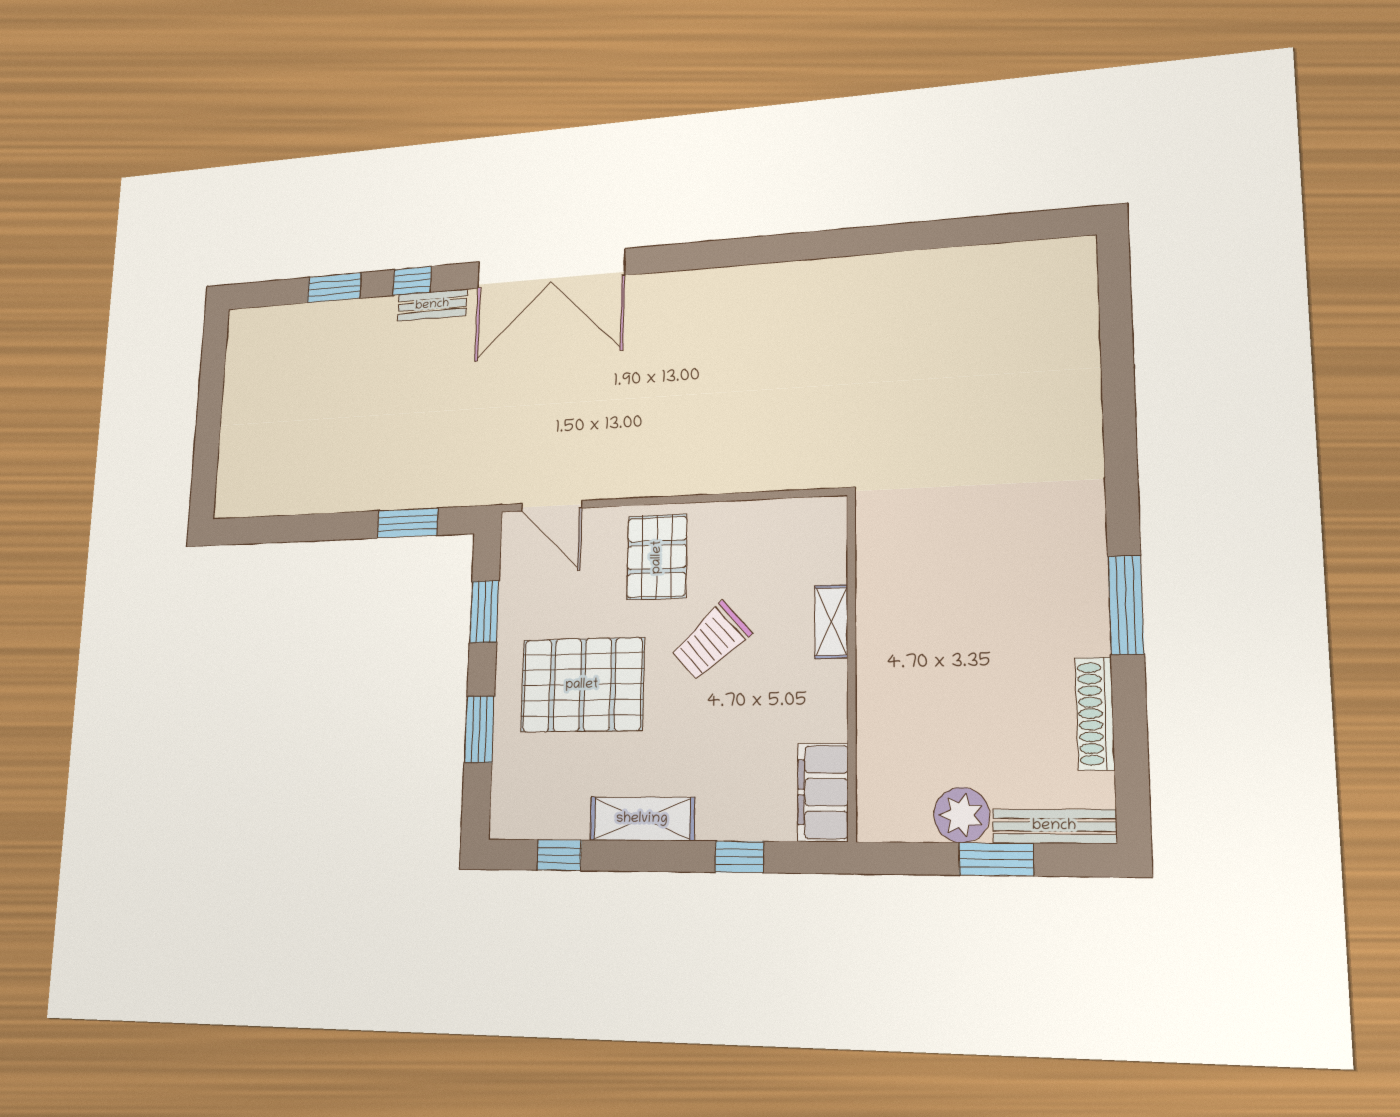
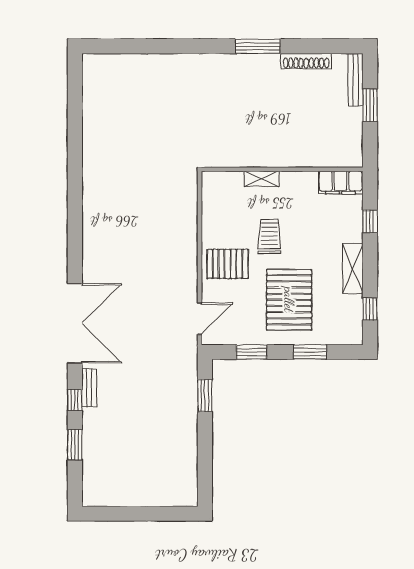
trolley: (711, 641) -> (269, 236), turned -138
plant: (962, 815) -> (351, 120), removed

